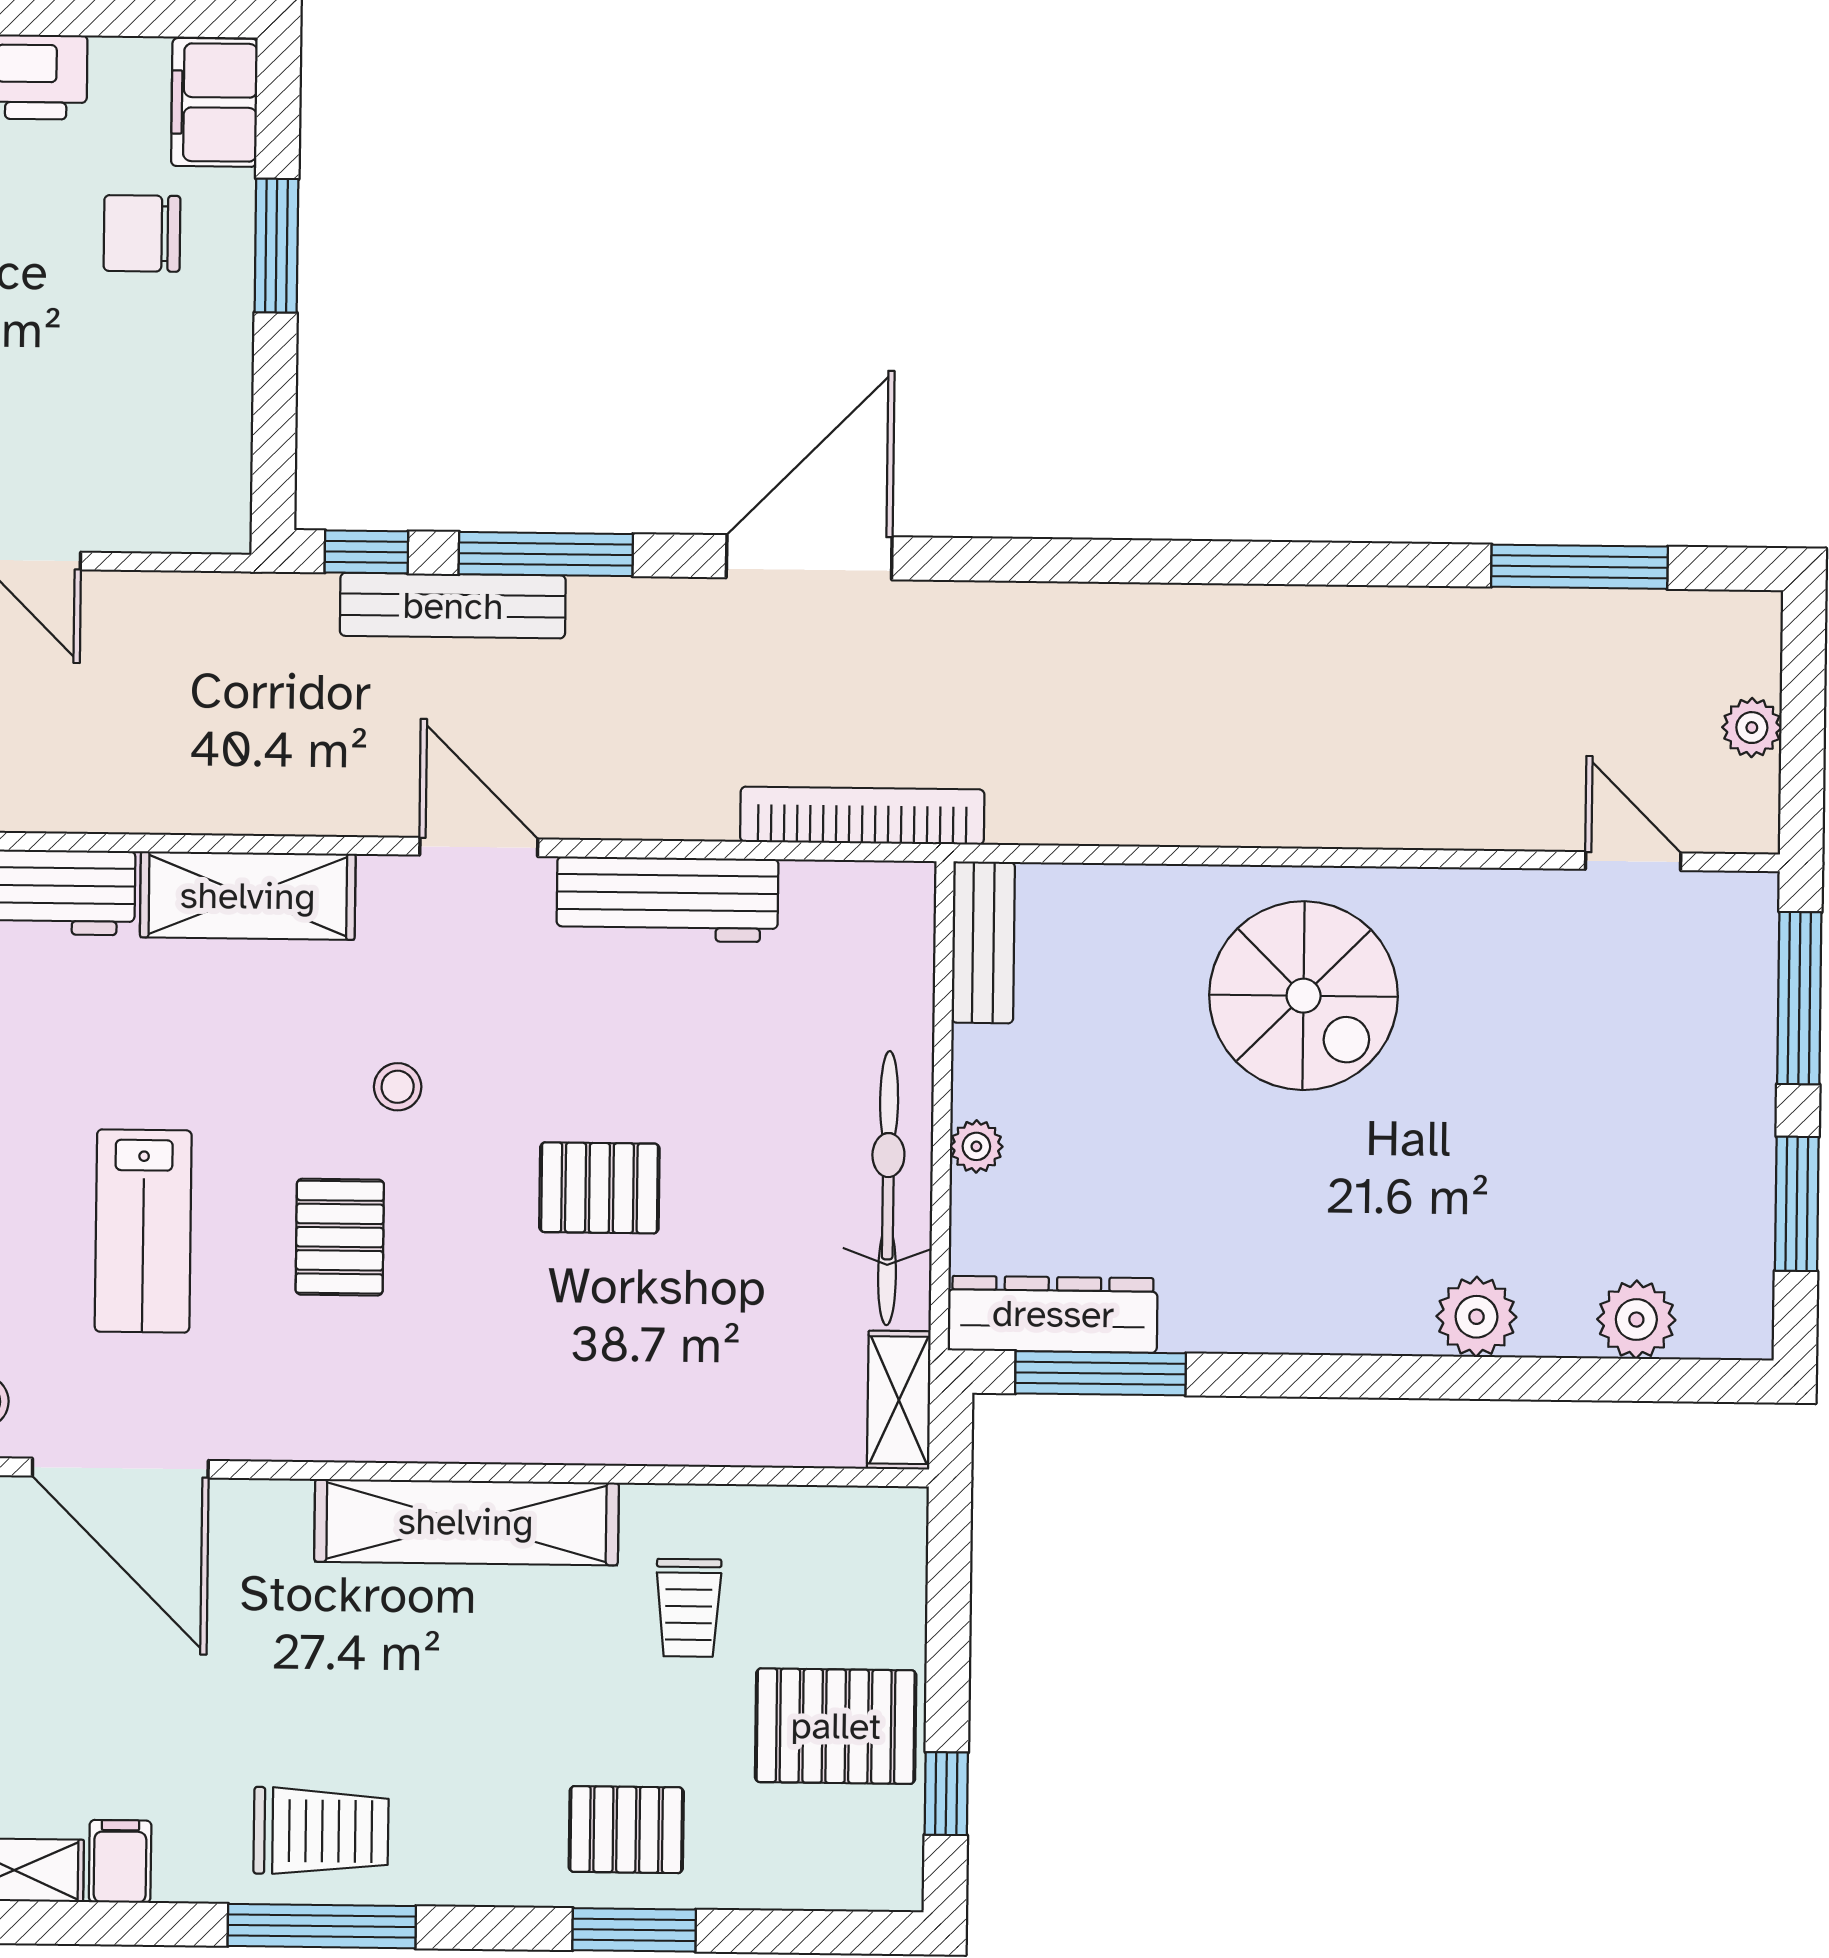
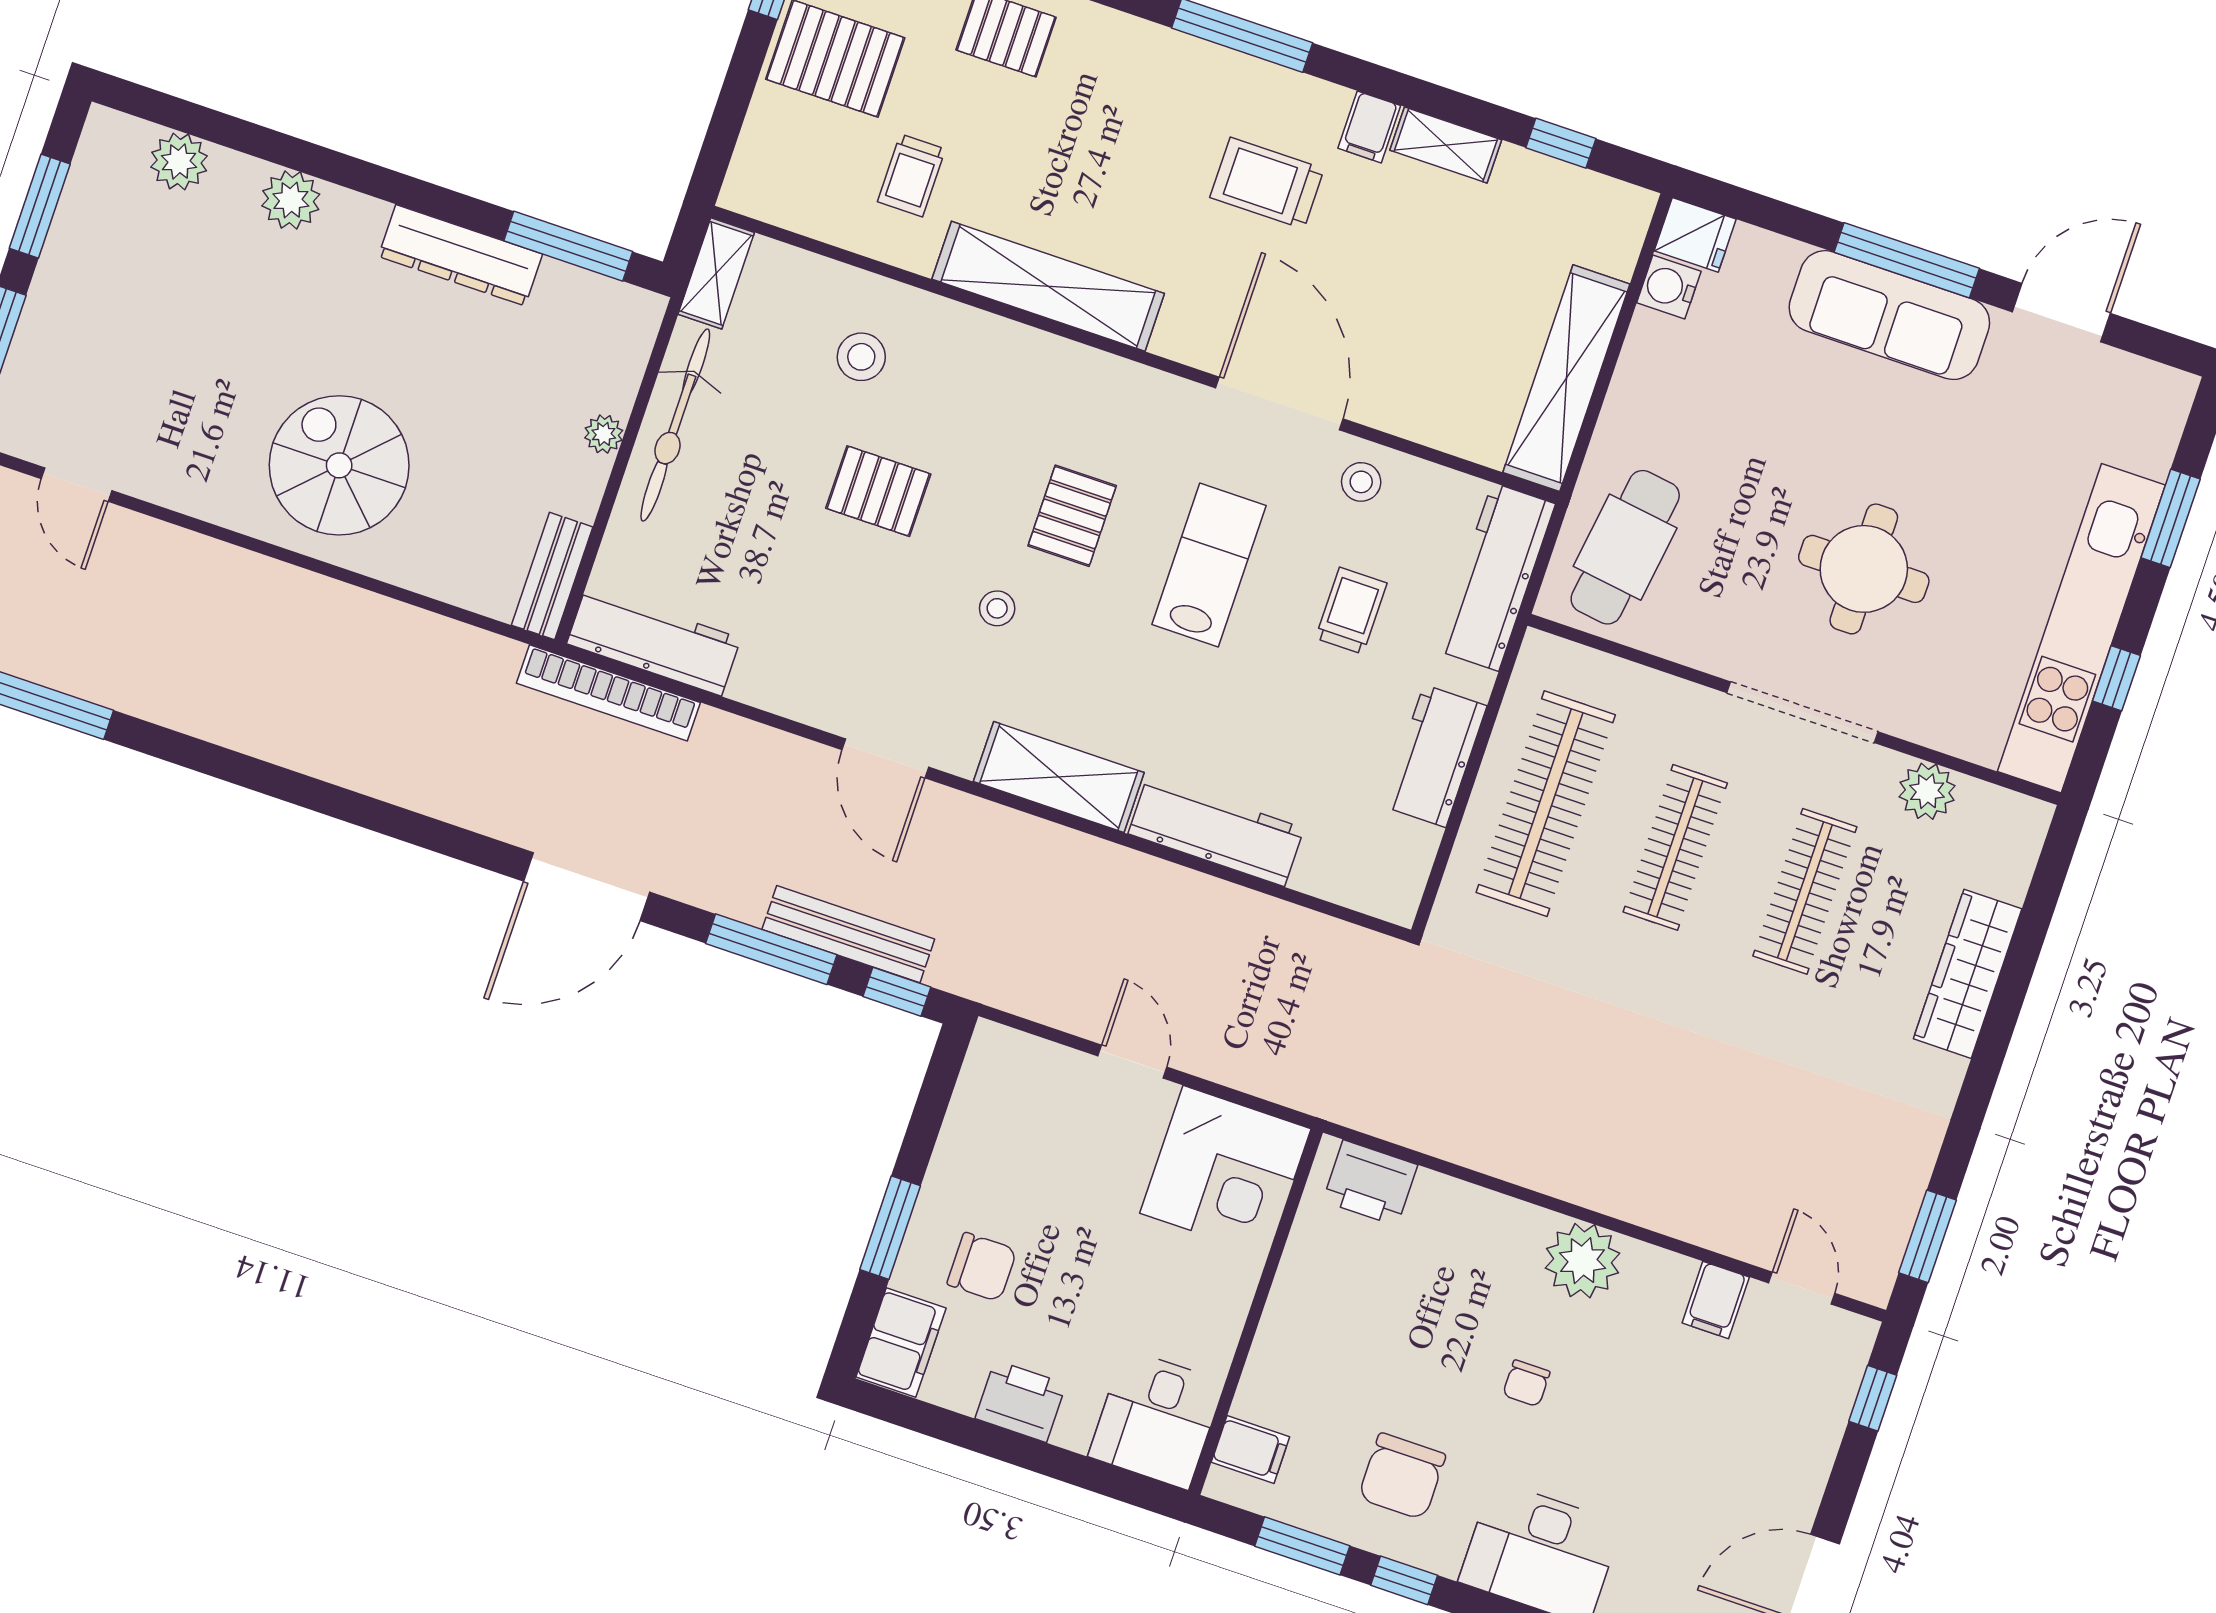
workbench: (667, 899) -> (654, 641), moved
dresser: (1053, 1314) -> (460, 255), moved
stool: (677, 1353) -> (861, 357), added
trolley: (689, 1608) -> (911, 175), turned 180
trolley: (321, 1831) -> (1267, 183), moved

